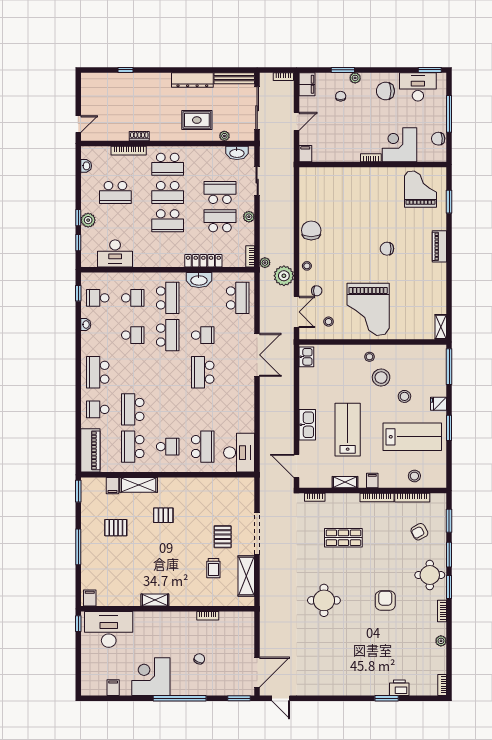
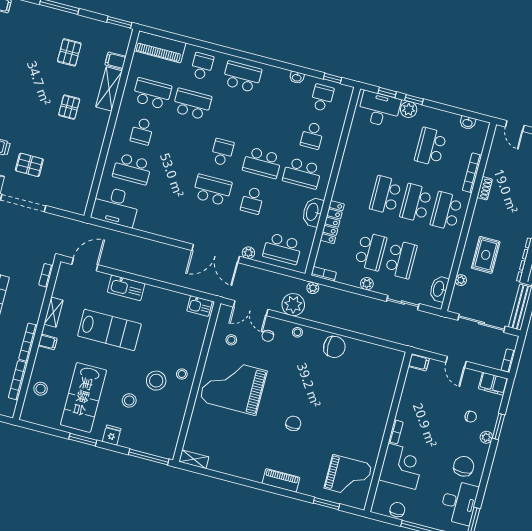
desk: (115, 253) -> (379, 109), moved, turned 90
plant: (249, 327) -> (248, 253), added
school desk: (133, 335) -> (222, 152), moved, turned 180

